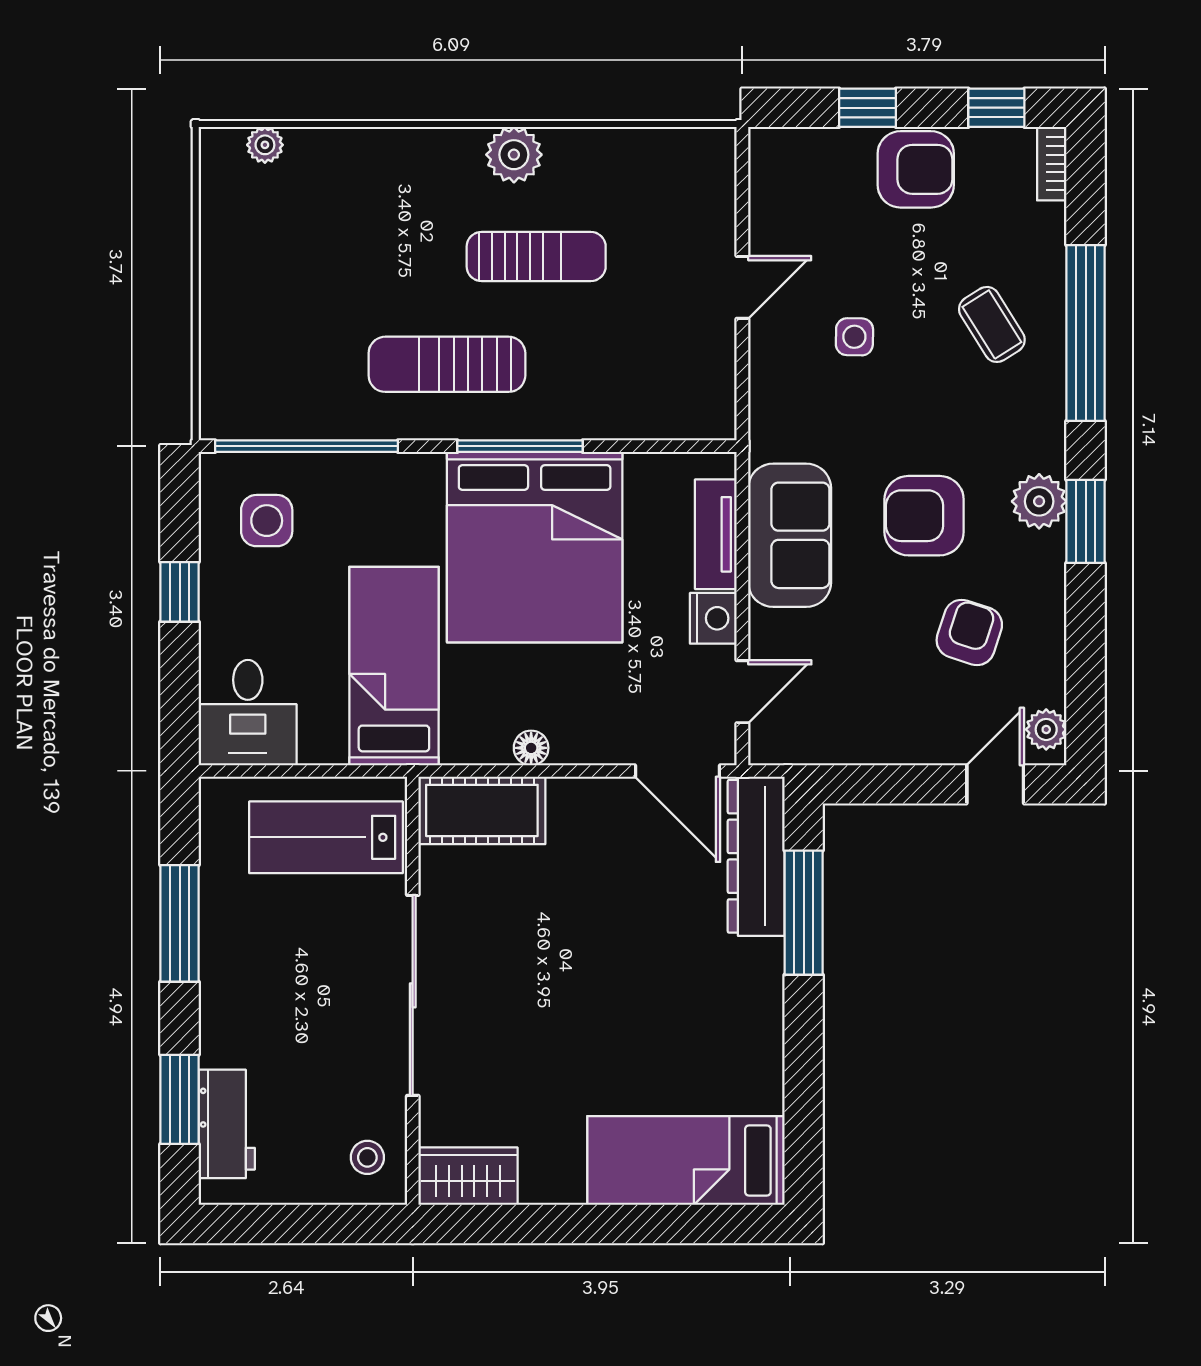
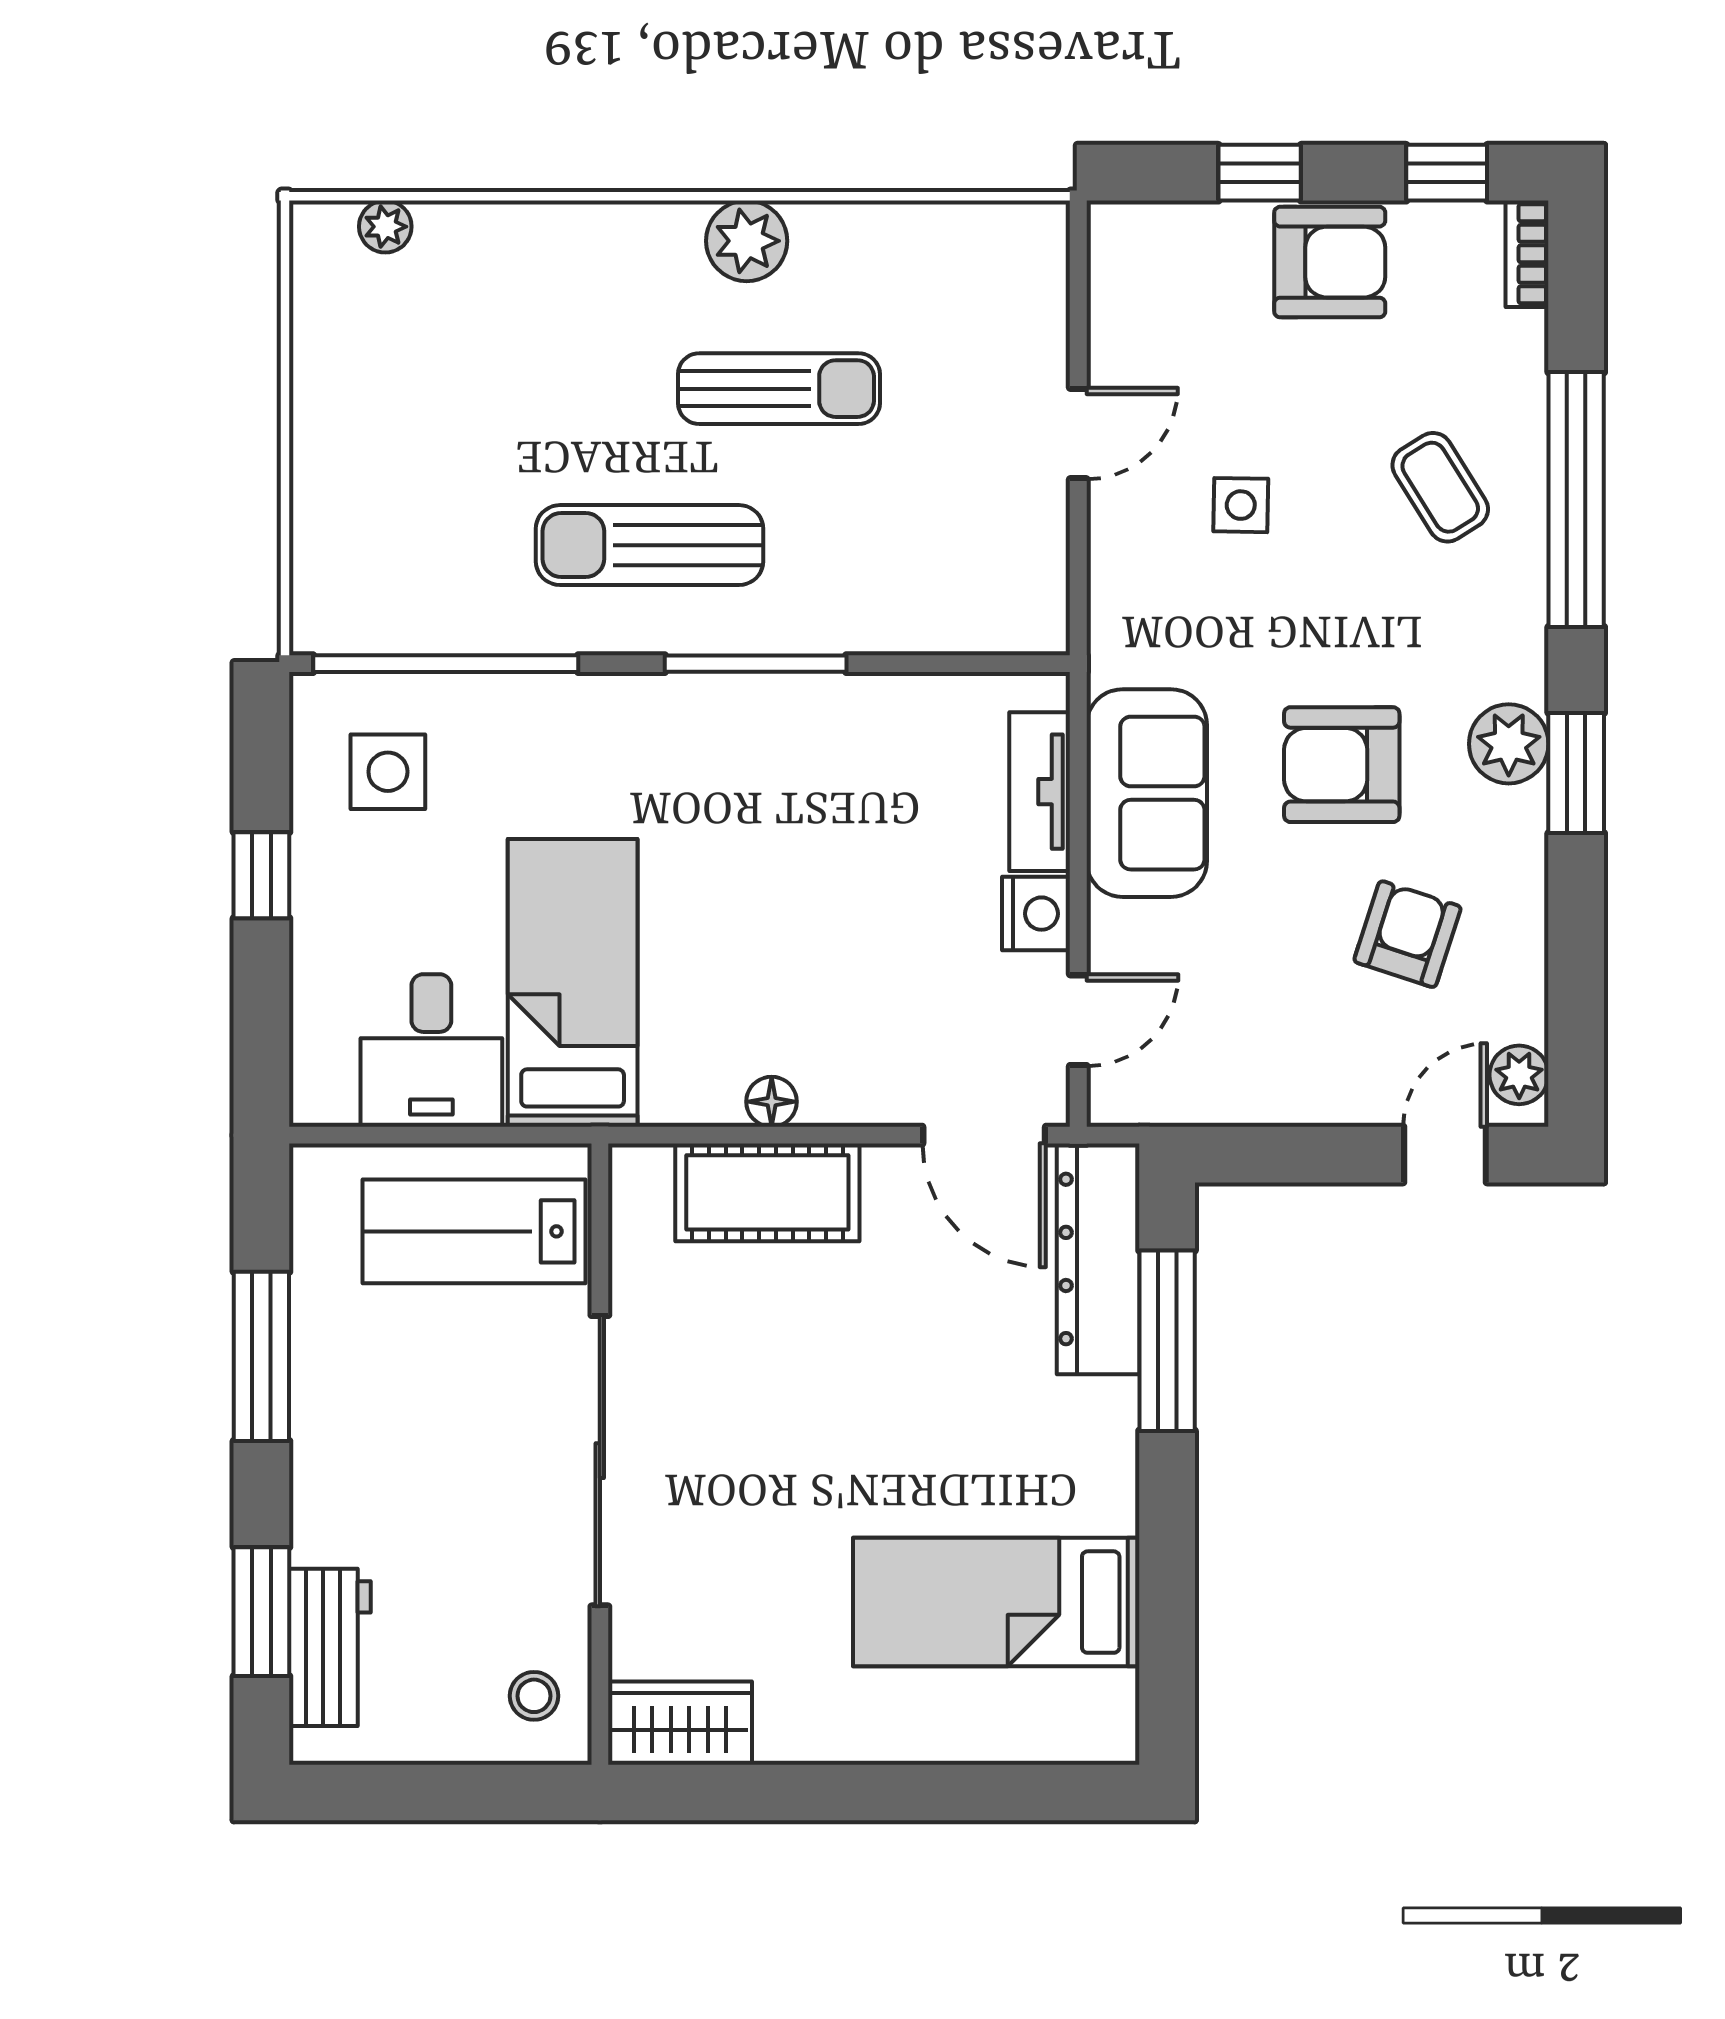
bed: (535, 547) -> (777, 810), removed
desk: (248, 713) -> (431, 1050), moved
cot: (482, 810) -> (767, 1192), moved
bed: (686, 1161) -> (996, 1602), moved

